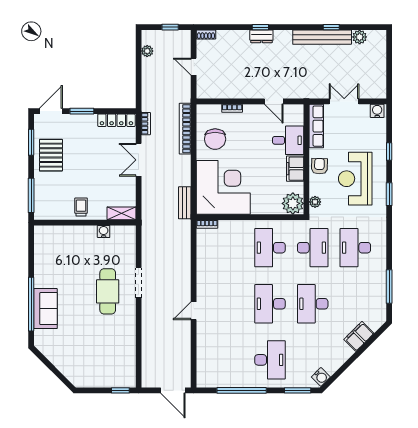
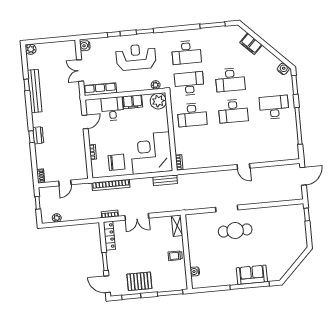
plant: (360, 37) -> (31, 49), moved
armchair: (319, 166) -> (129, 84), removed
reception desk: (355, 179) -> (136, 57), turned 180
water cooler: (104, 231) -> (195, 271), moved

